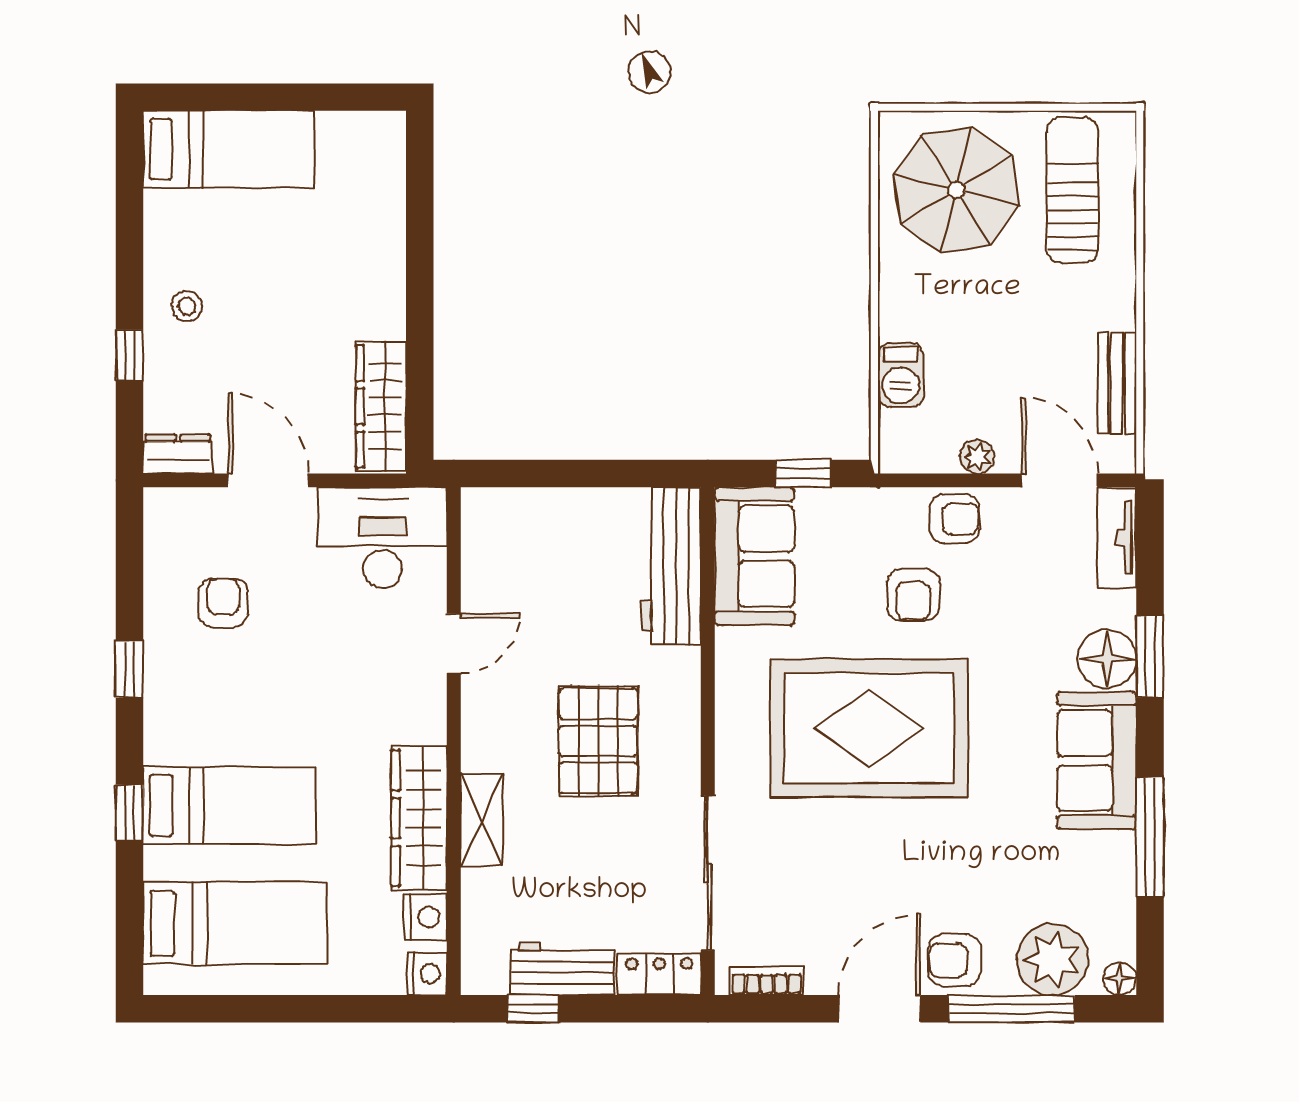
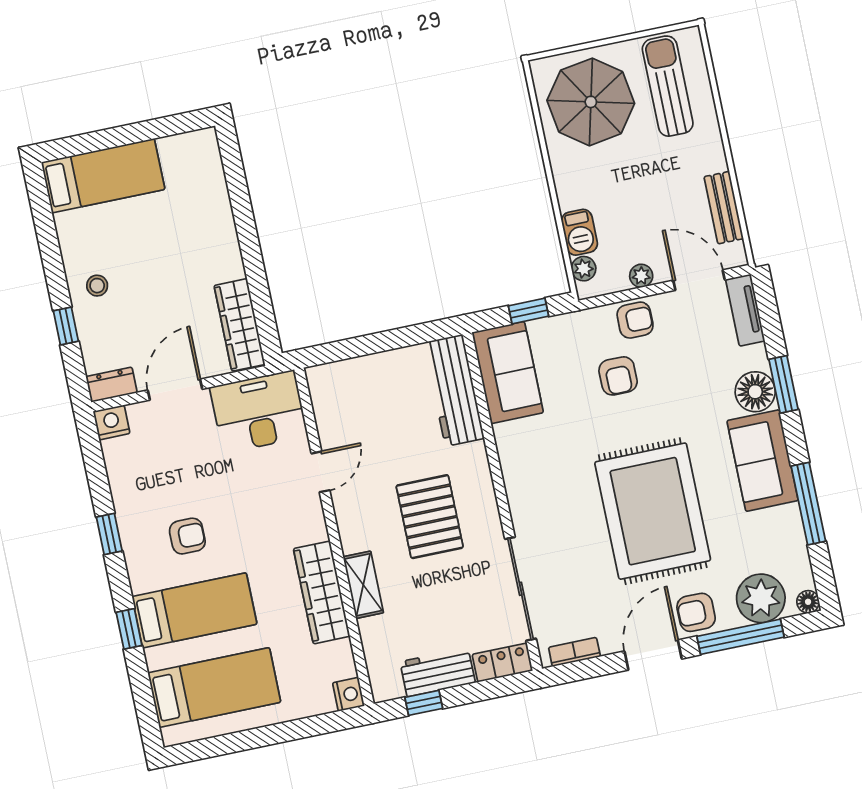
plant: (896, 429) -> (584, 269), added
door: (268, 480) -> (175, 390), hinge flipped
armchair: (223, 603) -> (187, 536), moved, turned 90
rug: (869, 728) -> (653, 511), moved, turned 90
nightstand: (425, 917) -> (112, 422), moved, turned -90

